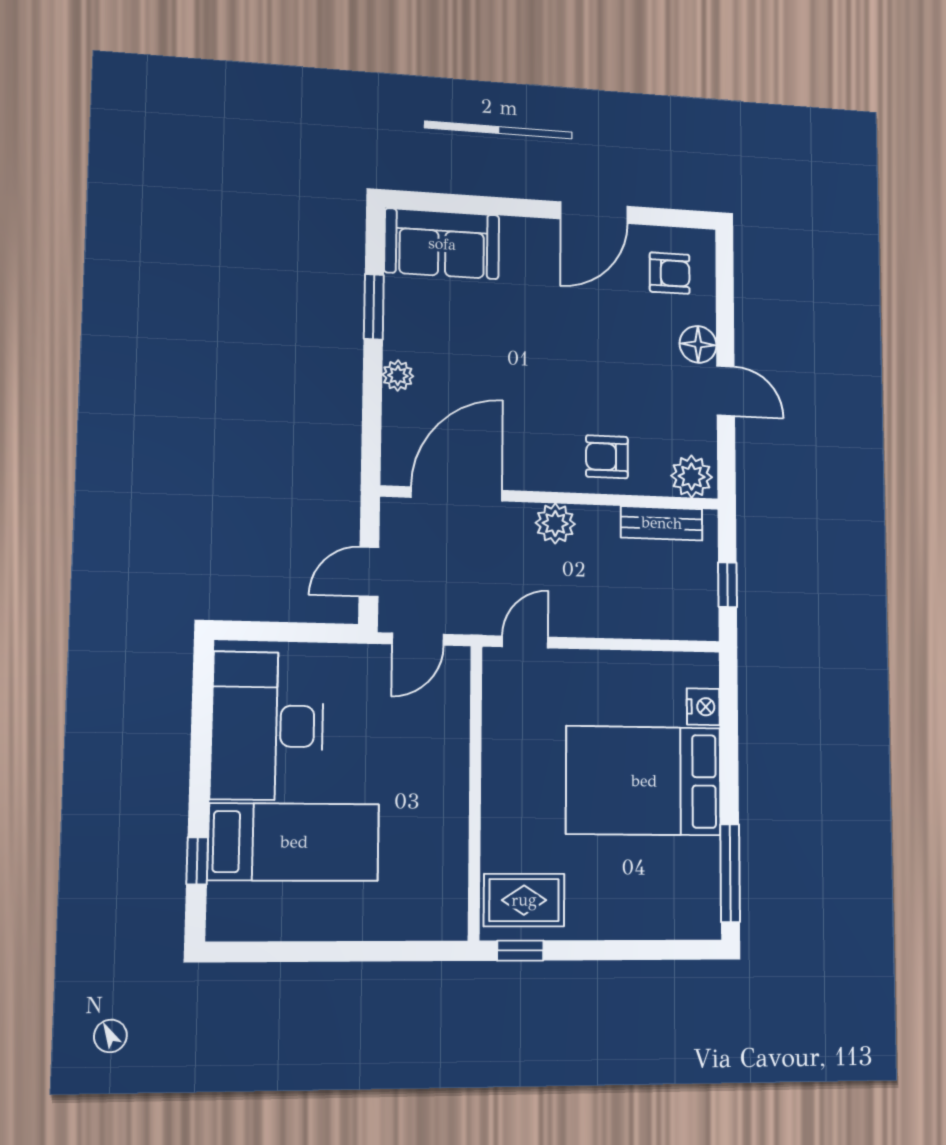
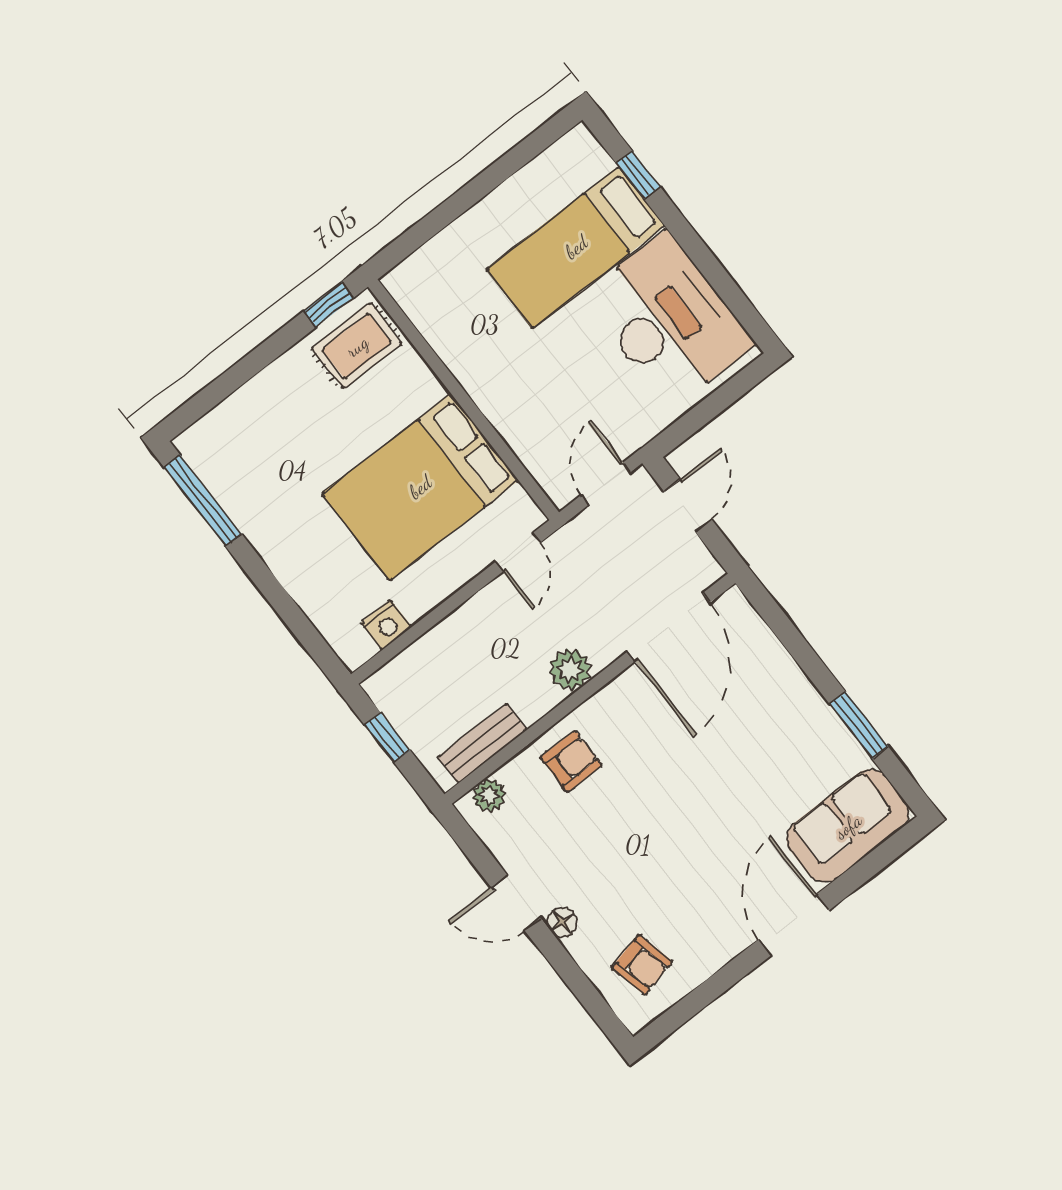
door: (594, 213) -> (794, 925), moved
armchair: (670, 273) -> (642, 965), turned -103
floor lamp: (698, 344) -> (562, 922), width x0.73, depth x0.73
plant: (398, 376) -> (794, 685), removed
plant: (692, 476) -> (489, 796), width x0.73, depth x0.73
nightstand: (703, 707) -> (386, 625), moved, turned -90
bed: (644, 781) -> (420, 487), moved, turned 180

